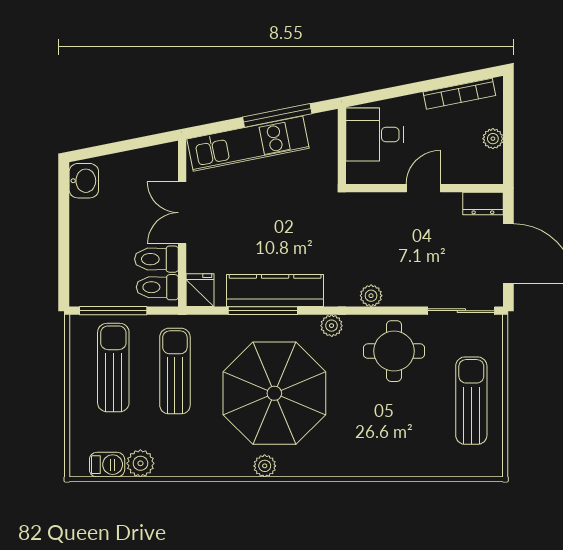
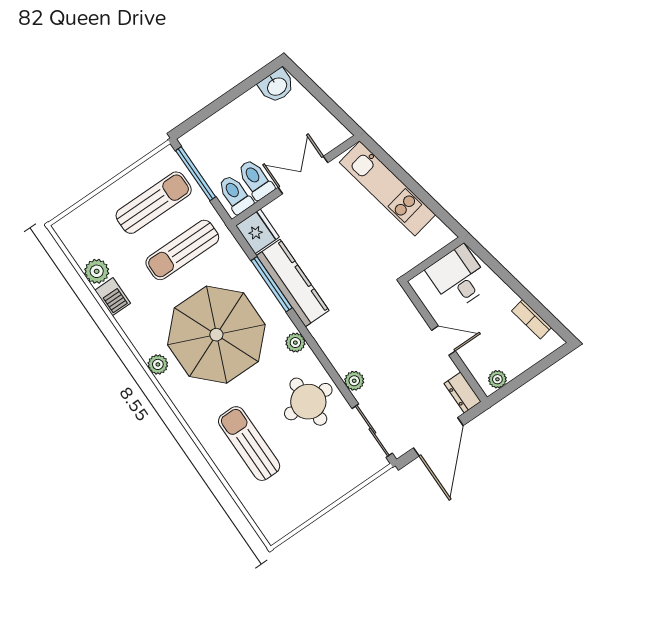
bookcase: (459, 94) -> (532, 319), width x0.64
window: (277, 115) -> (423, 196), removed
plant: (493, 139) -> (497, 379), moved
fridge: (200, 290) -> (258, 231), width x1.38
plant: (371, 296) -> (354, 381), moved
sun lounger: (175, 371) -> (182, 250), turned 180
sun lounger: (471, 401) -> (249, 444), moved, turned -90
barbecue: (107, 465) -> (113, 297), moved

